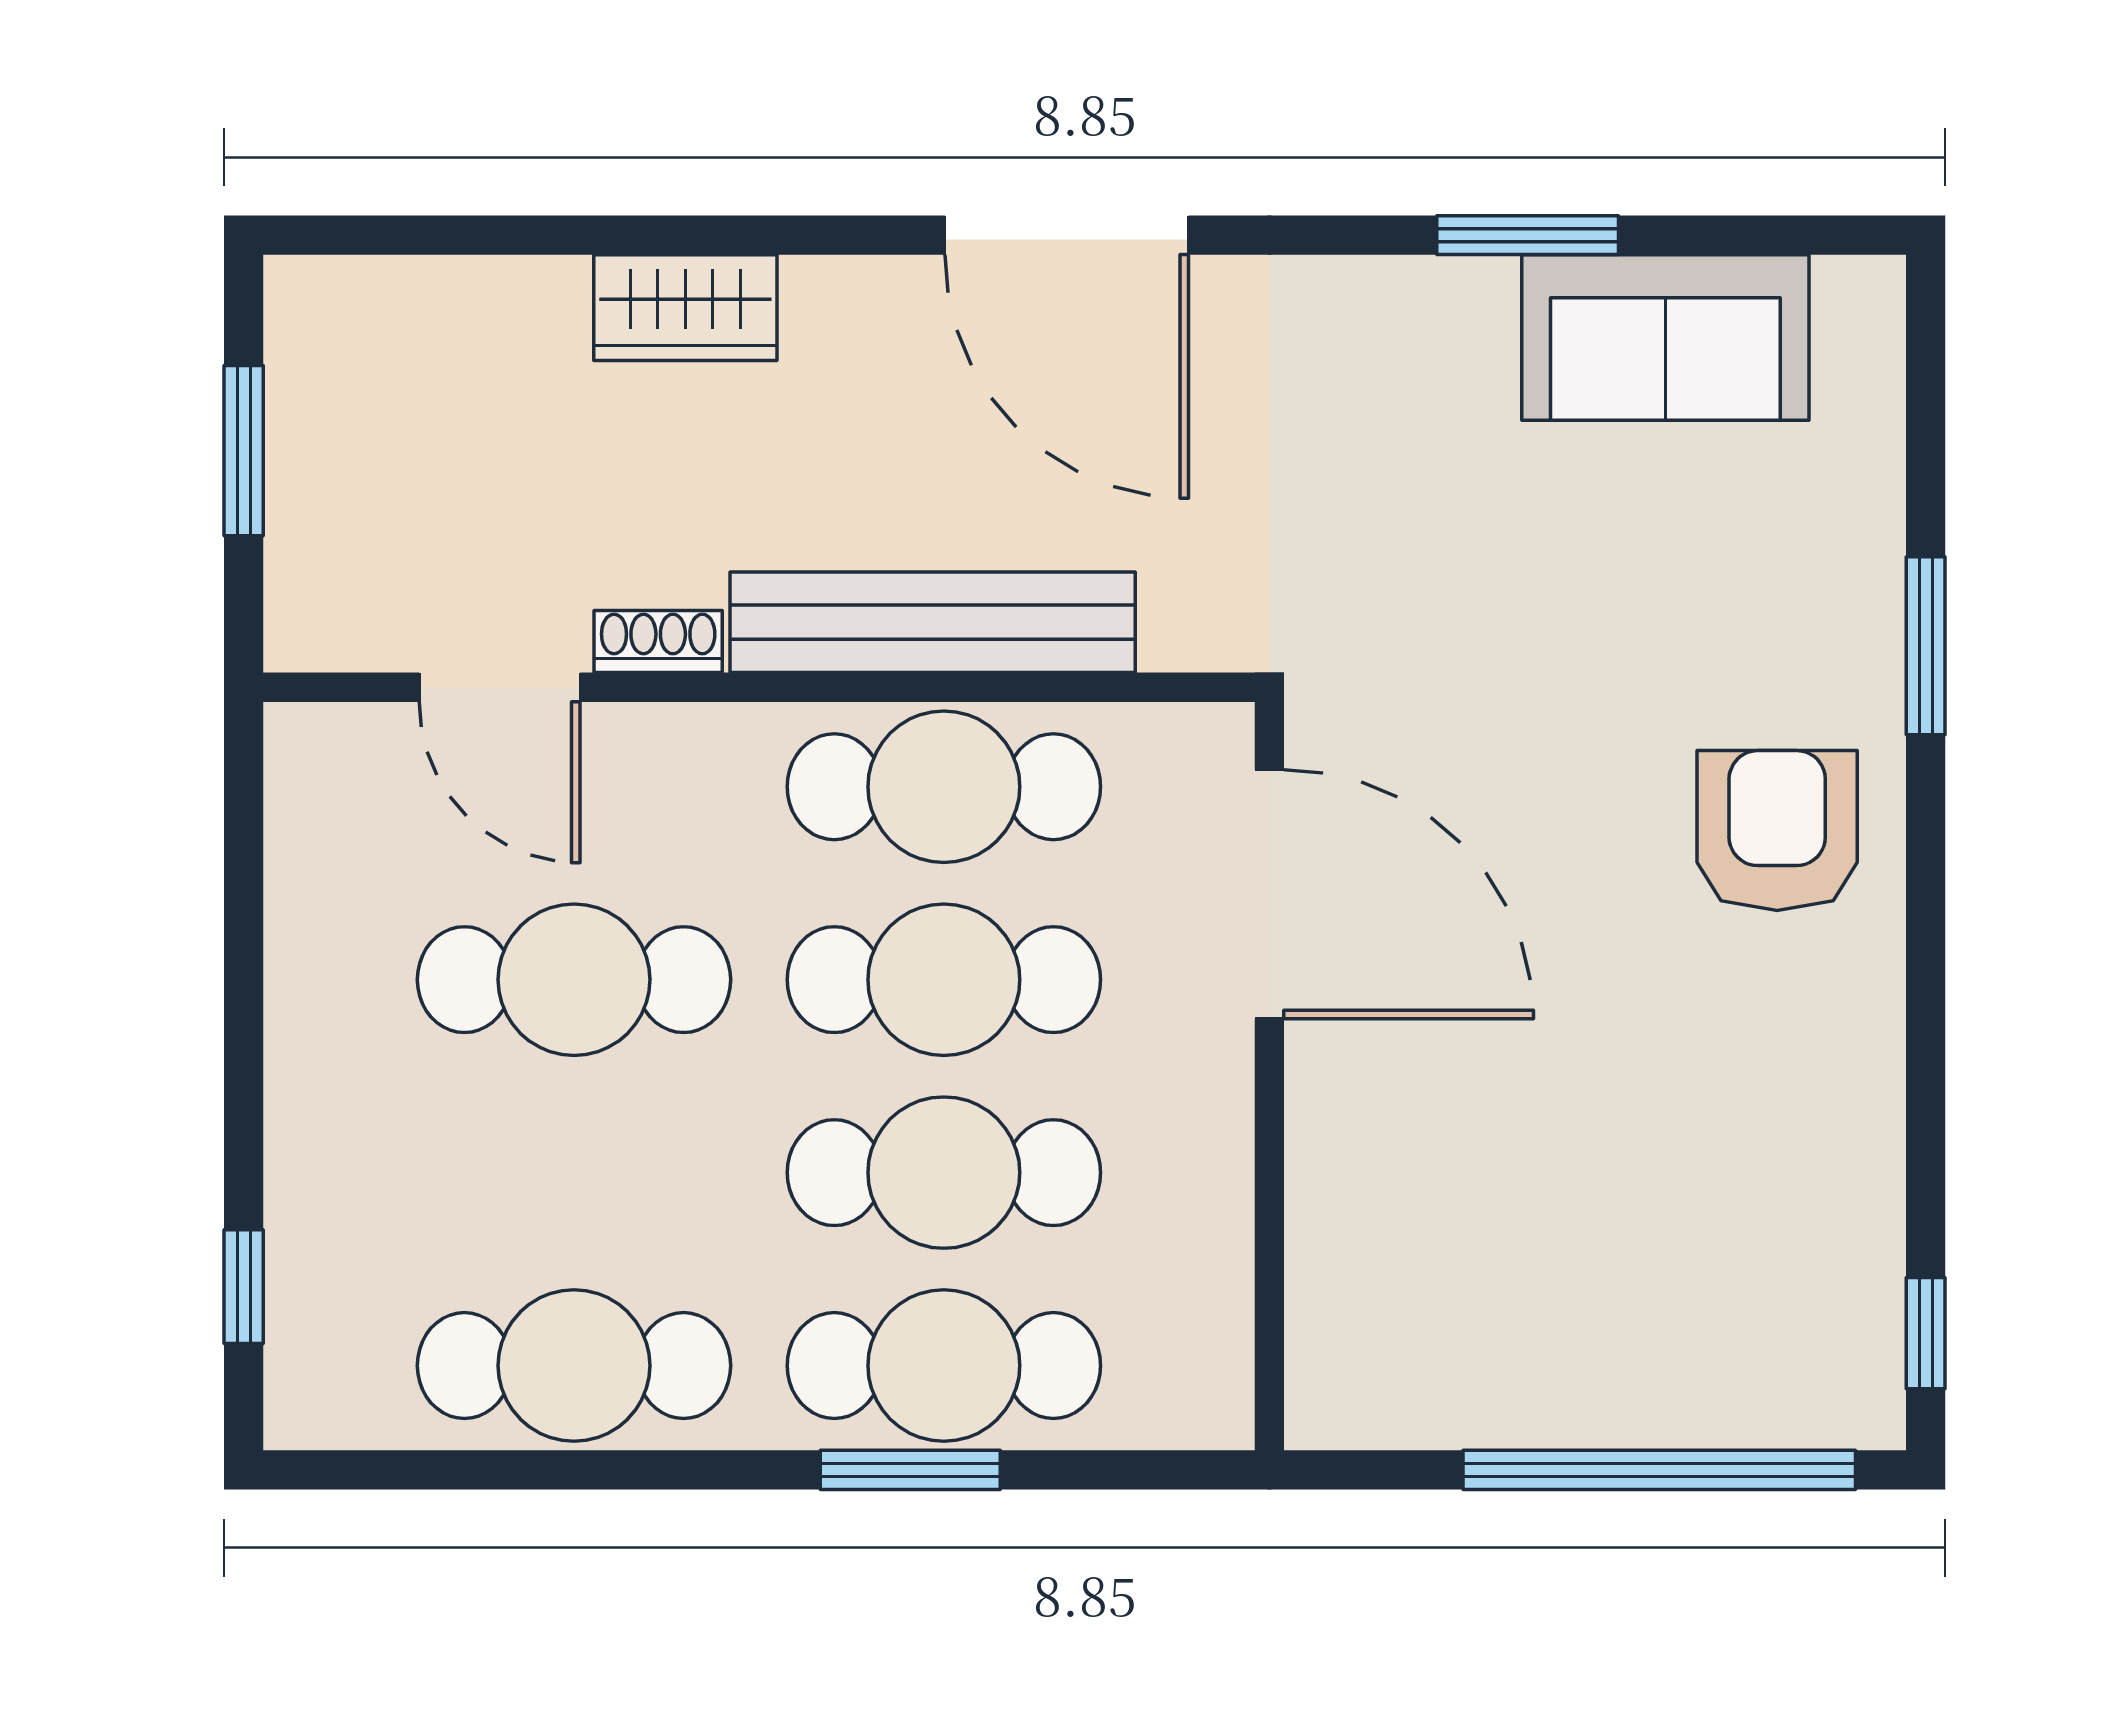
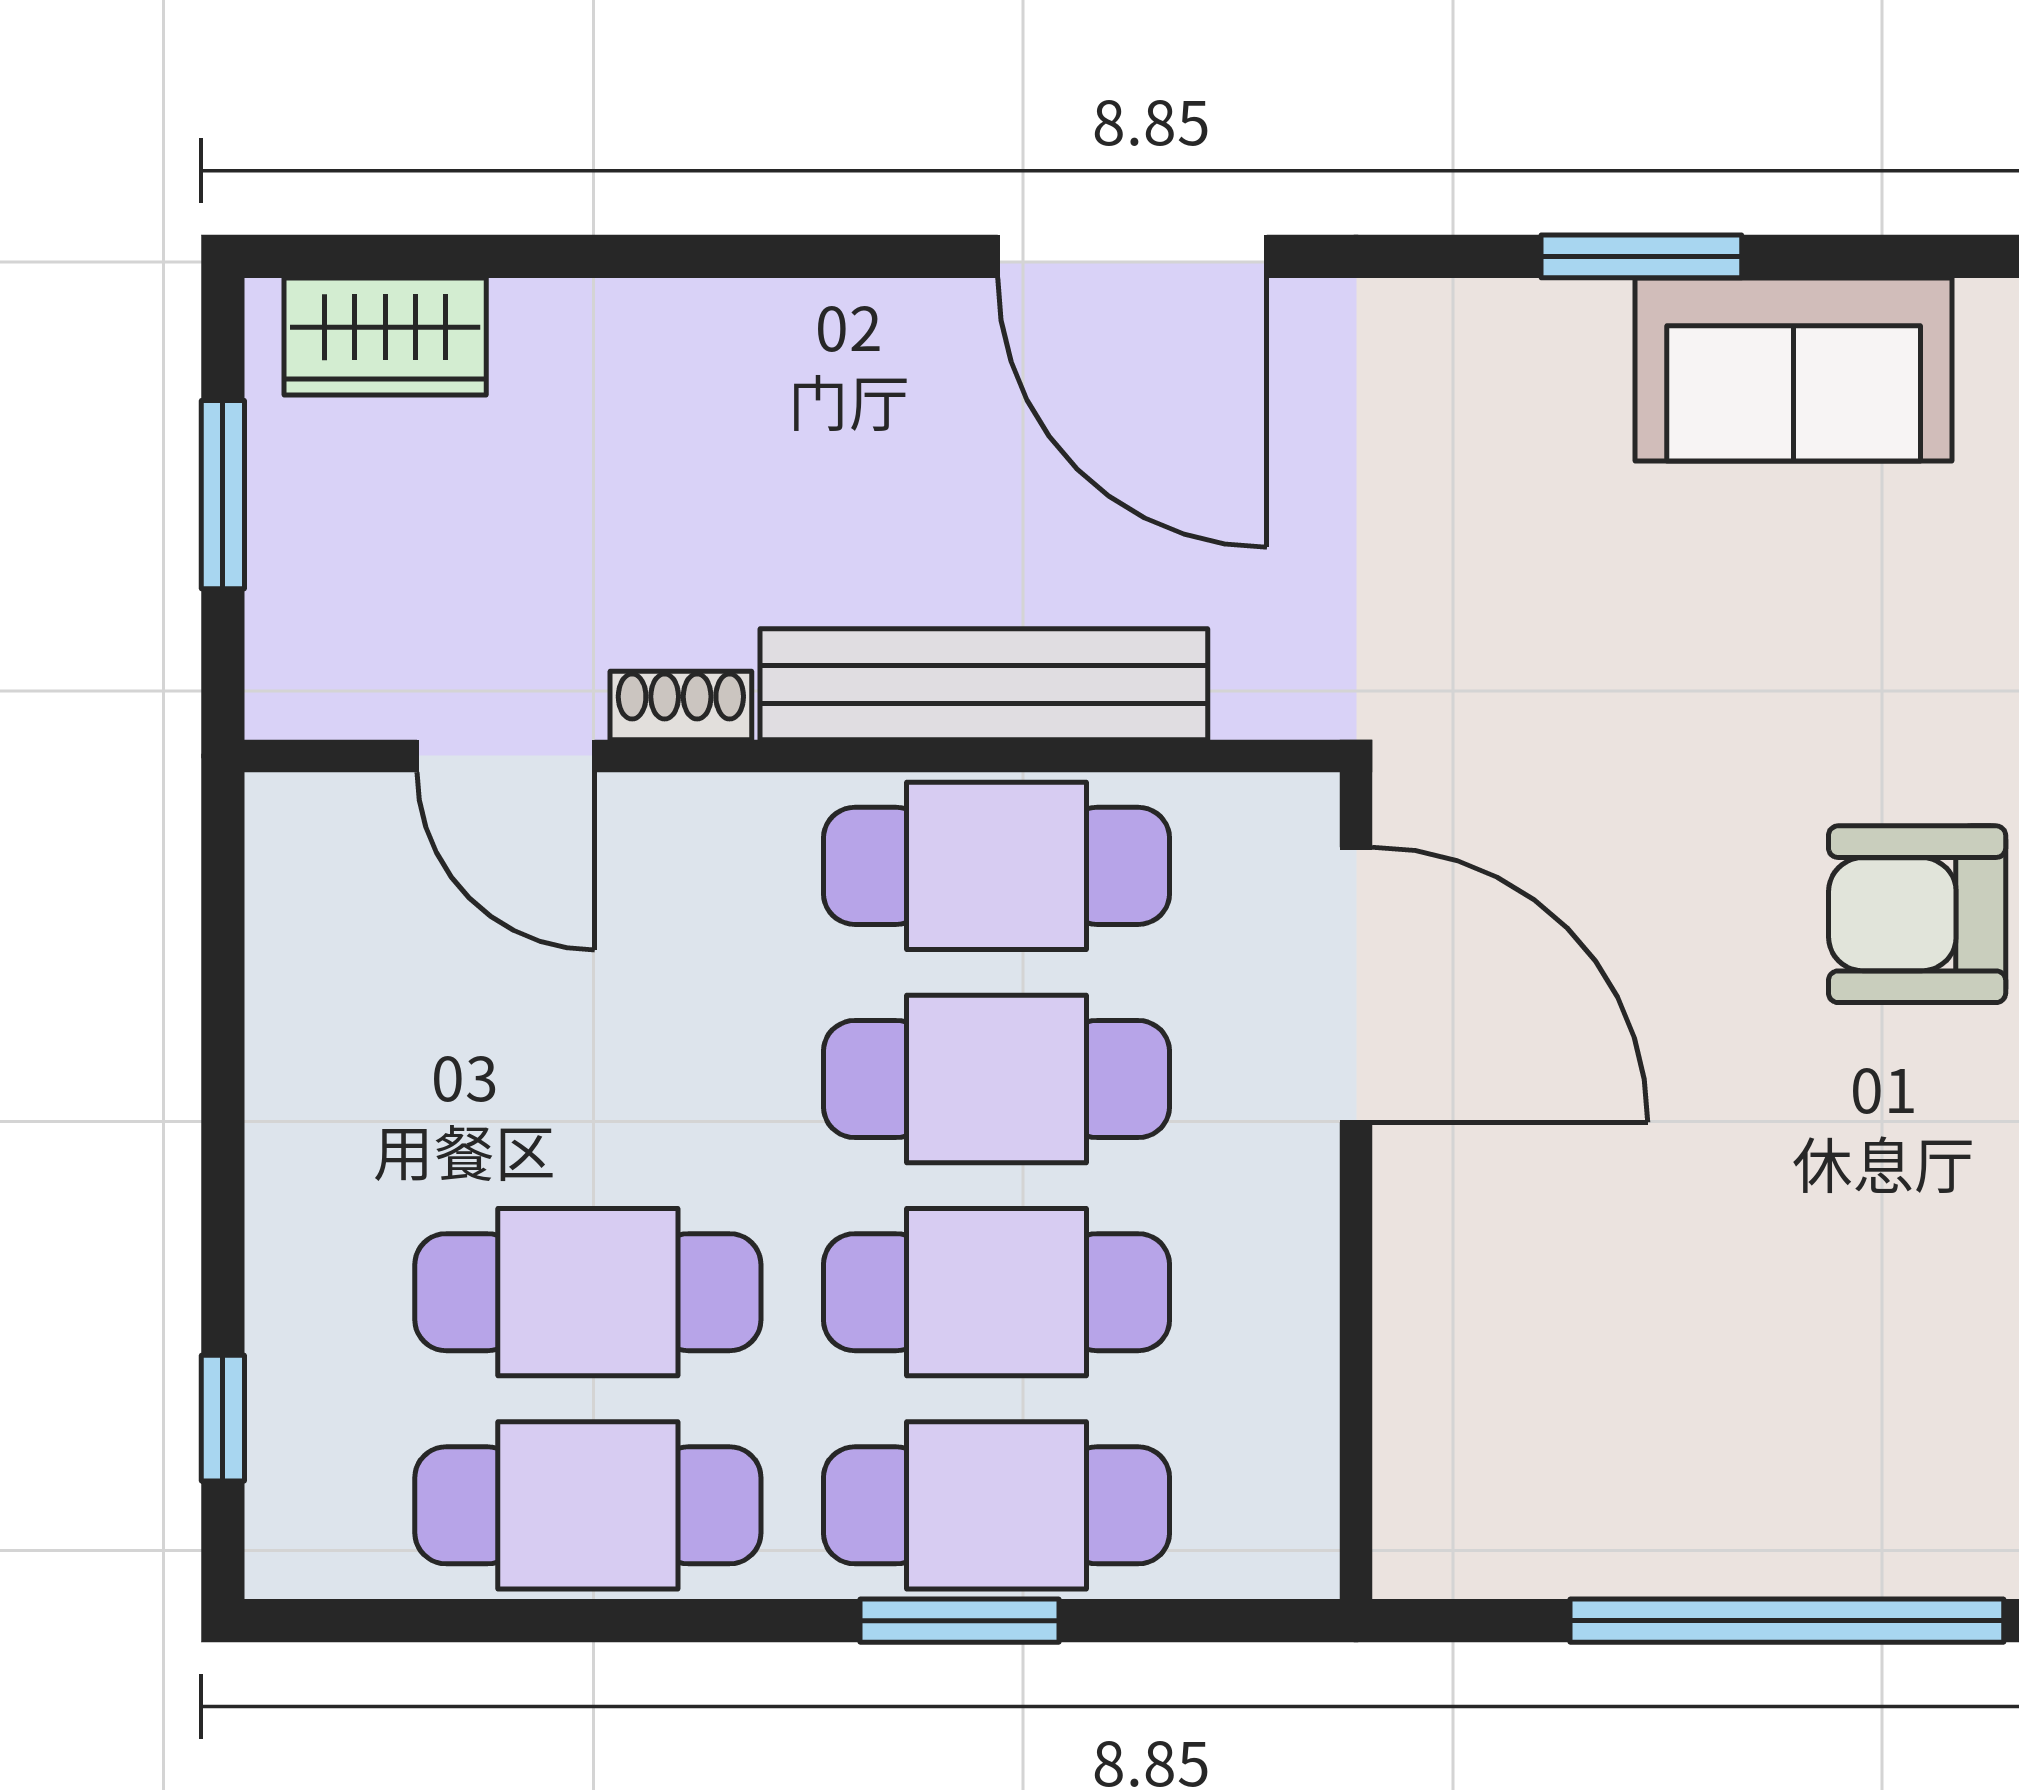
wardrobe: (685, 308) -> (385, 337), moved
armchair: (1777, 830) -> (1917, 914), turned -90
cafe table: (574, 980) -> (588, 1292), moved

